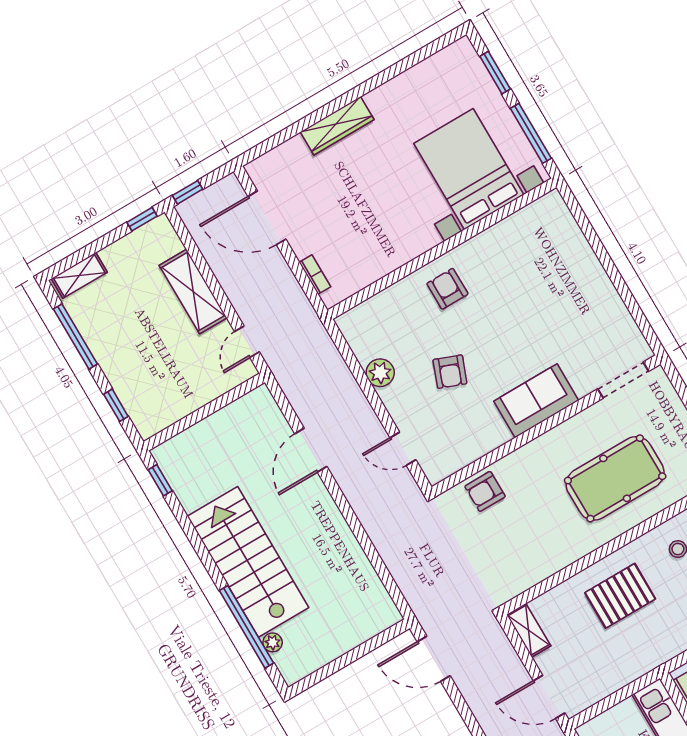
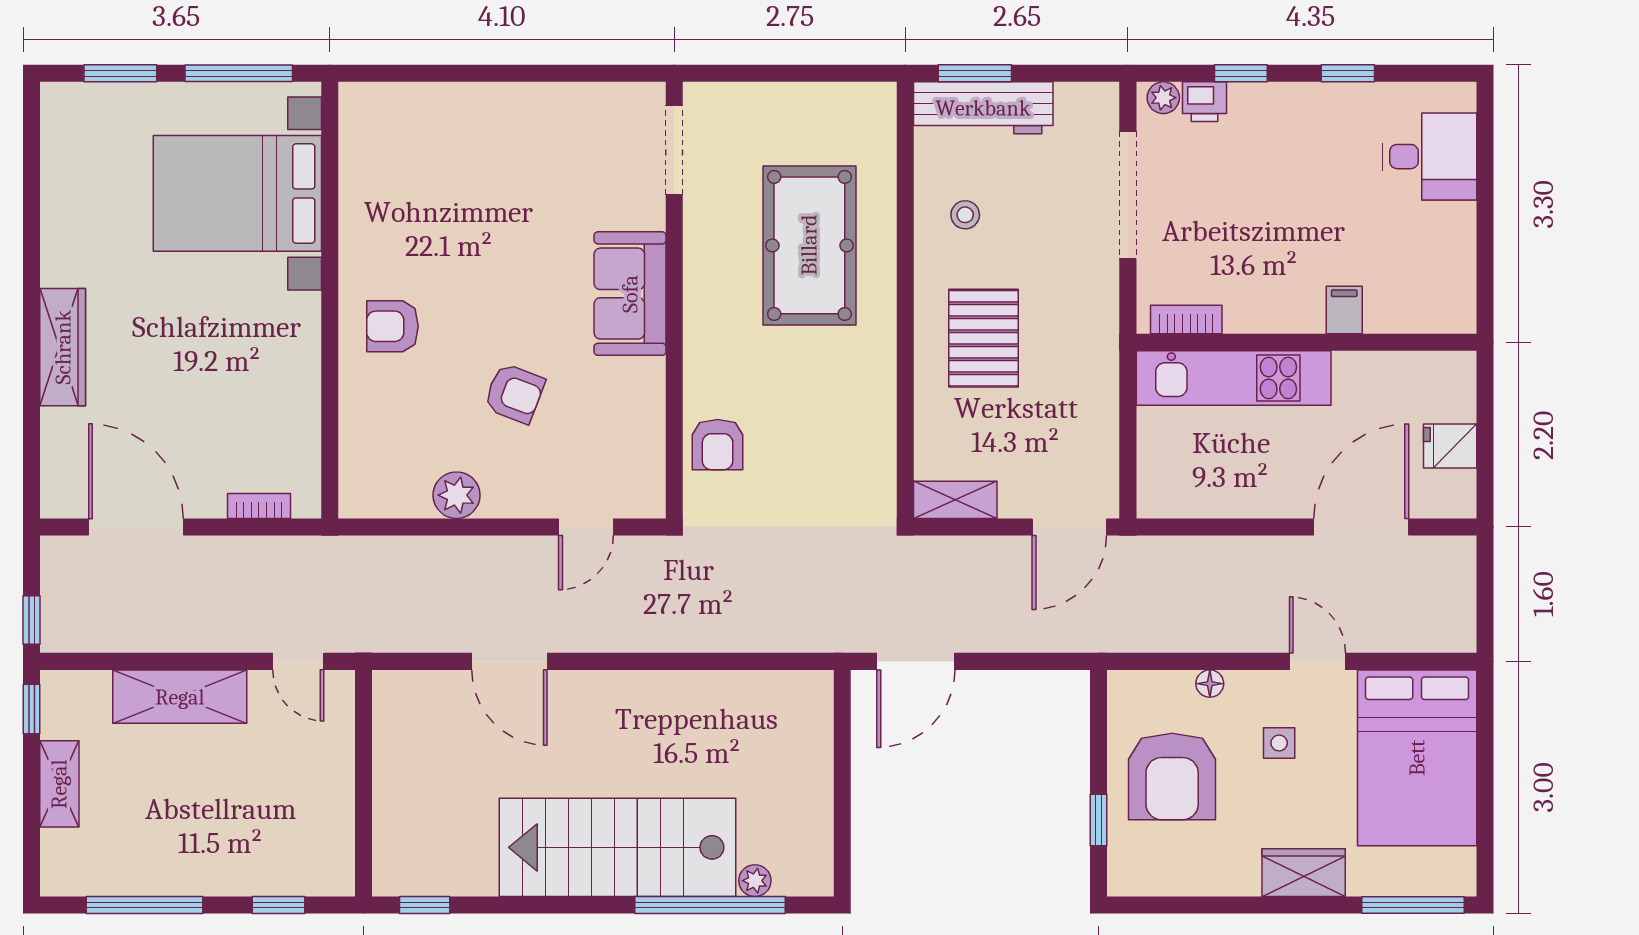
door: (267, 218) -> (136, 527), swing flipped
shelving: (79, 275) -> (59, 784), moved

